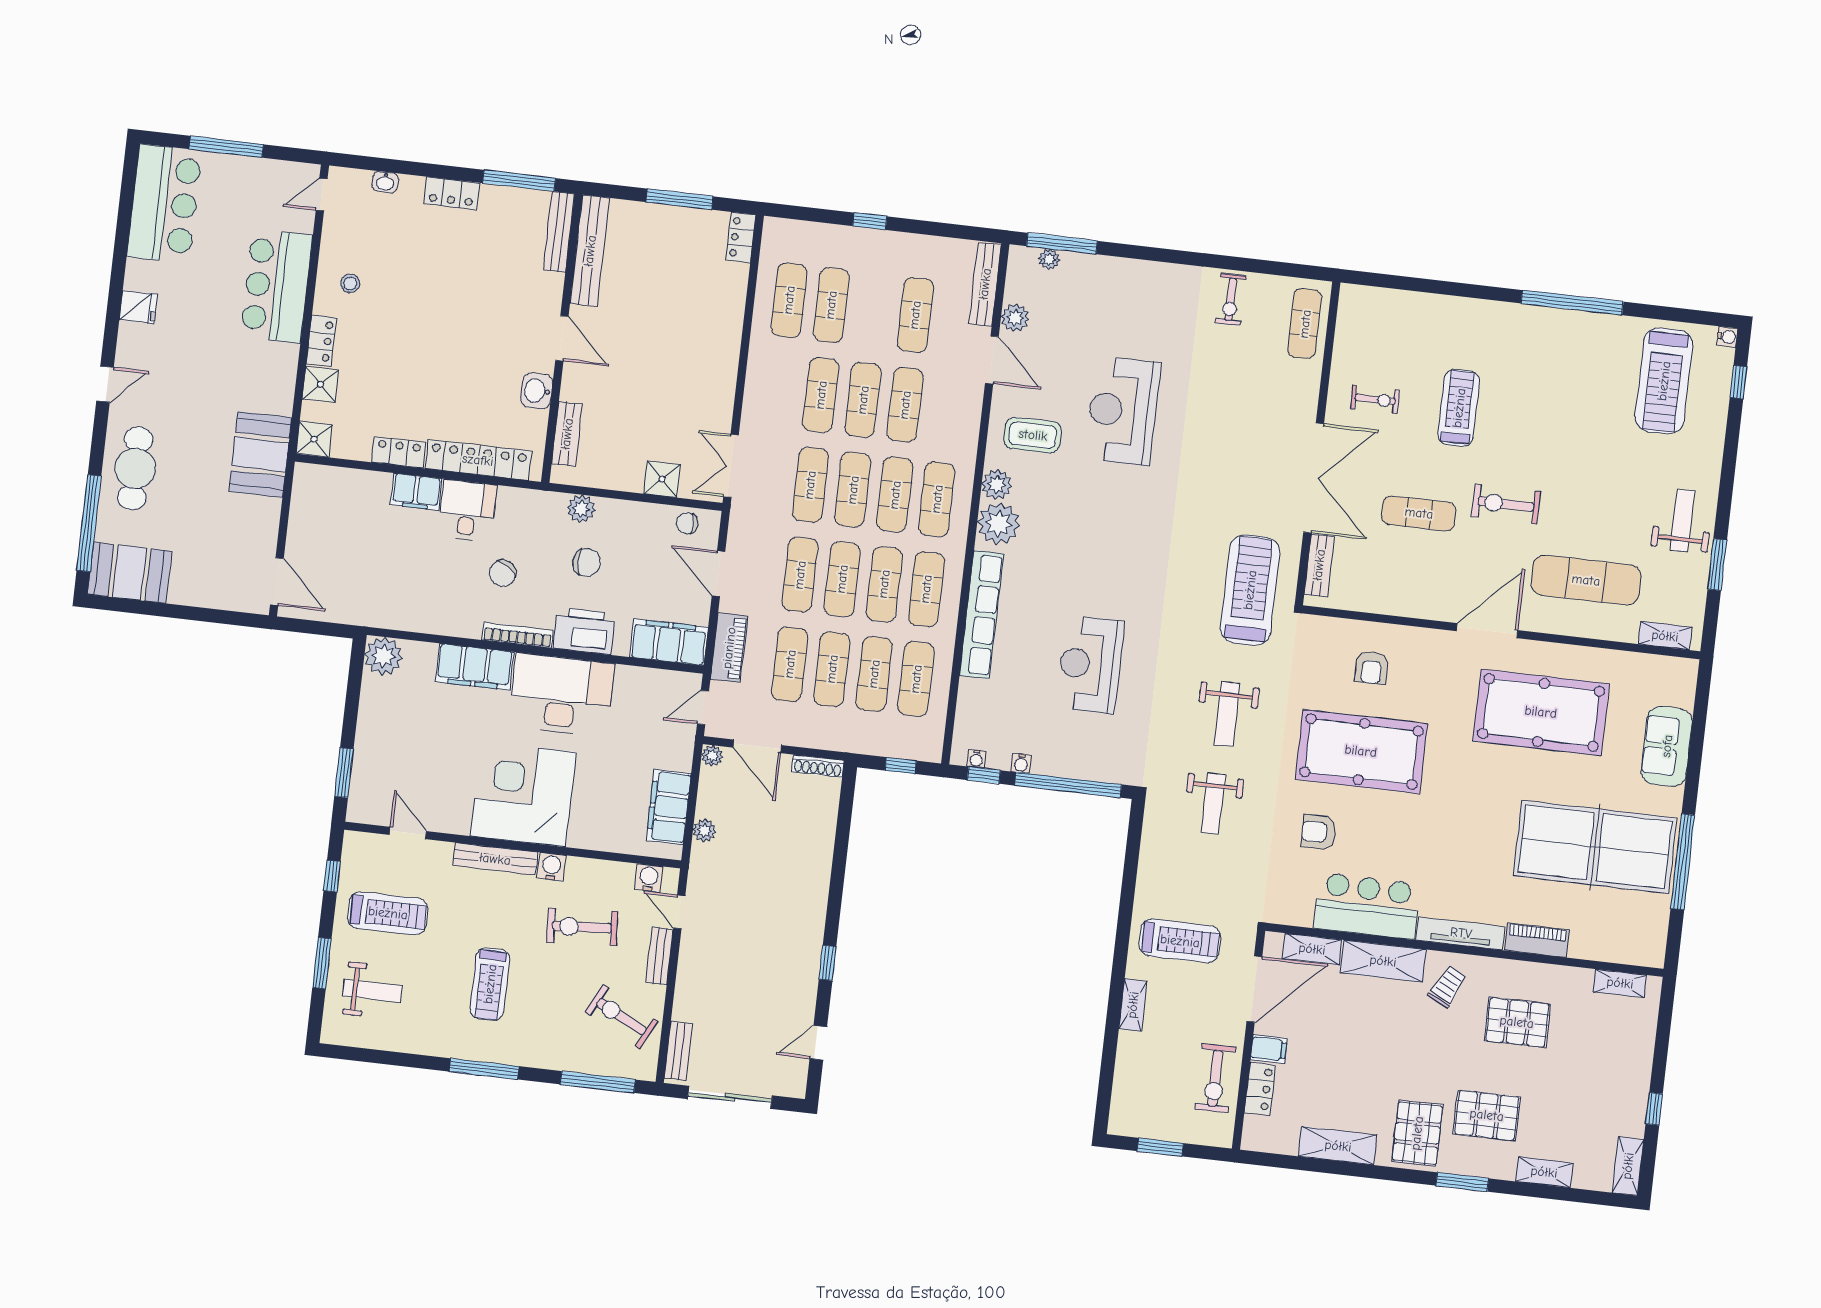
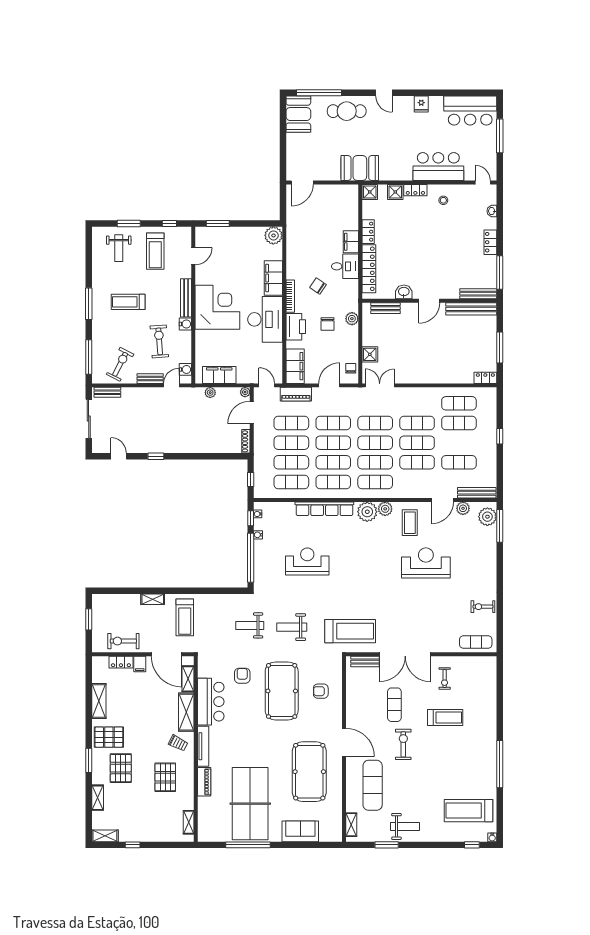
plant: (1049, 259) -> (487, 517), width x1.87, depth x1.87

